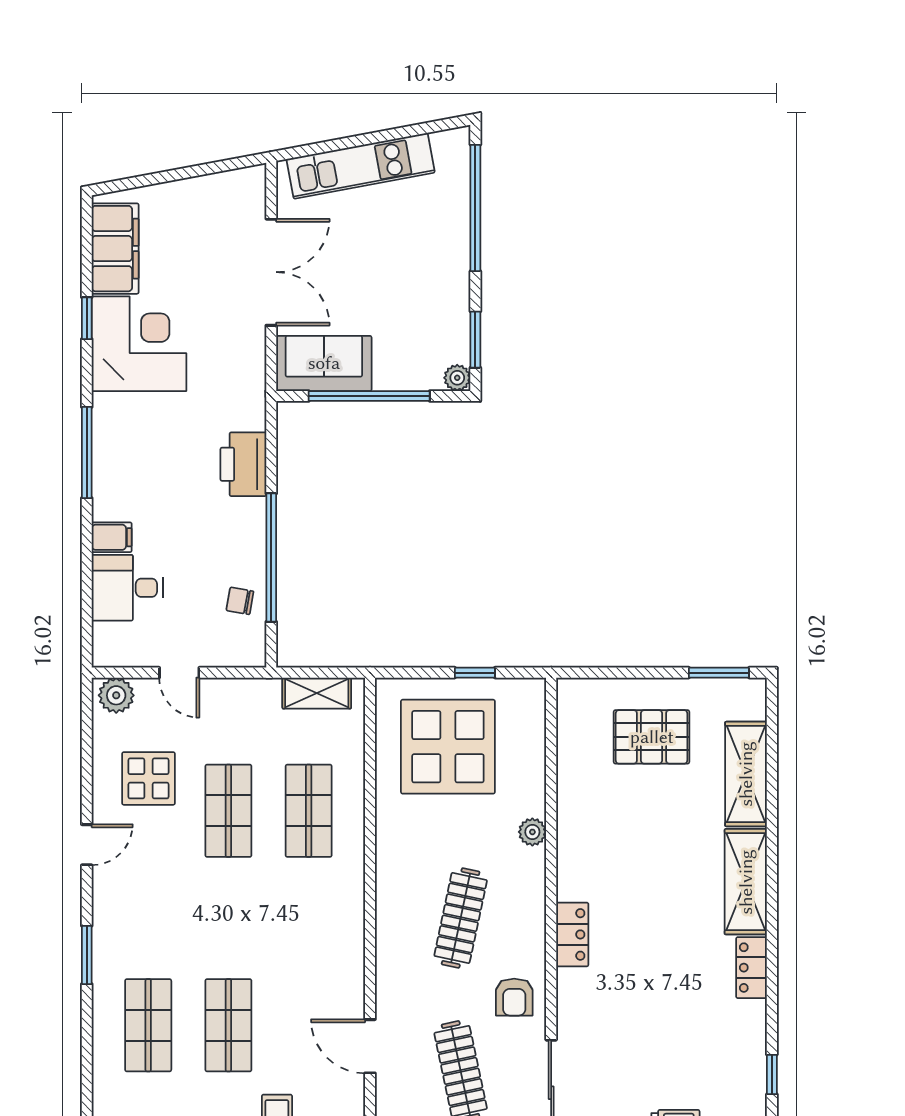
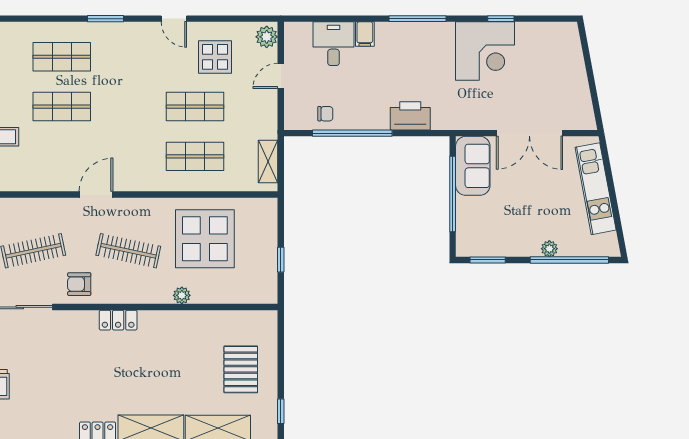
filing cabinet: (115, 249) -> (544, 36), removed
plant: (457, 378) -> (549, 249), moved
chair: (240, 601) -> (325, 114), turned 80
window: (719, 673) -> (281, 411), width x0.67
display table: (448, 747) -> (205, 239), moved
door: (370, 1046) -> (96, 195), moved

